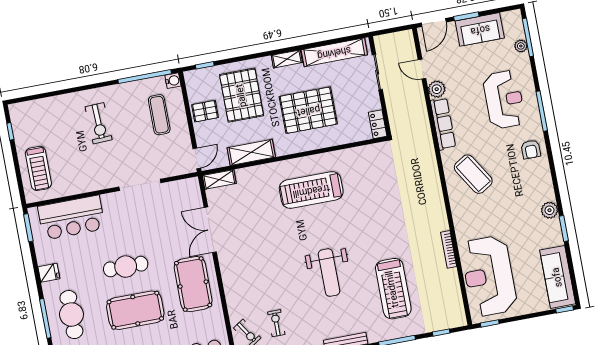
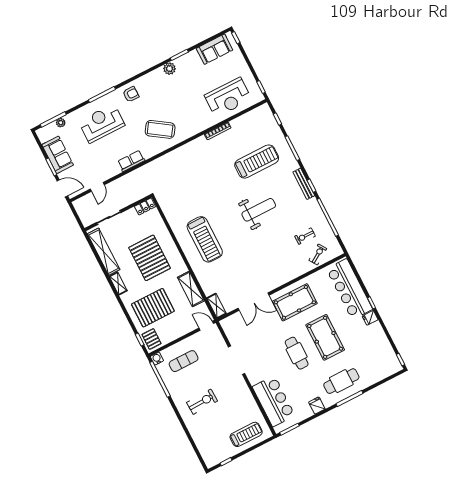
plant: (437, 89) -> (108, 173), removed
pallet: (205, 111) -> (152, 339), moved
row of seats: (443, 124) -> (131, 161), width x0.68
coffee table: (473, 174) -> (160, 129), turned 66
reception desk: (489, 276) -> (228, 97), width x0.74, depth x0.77
sofa: (558, 277) -> (214, 49), width x0.73

